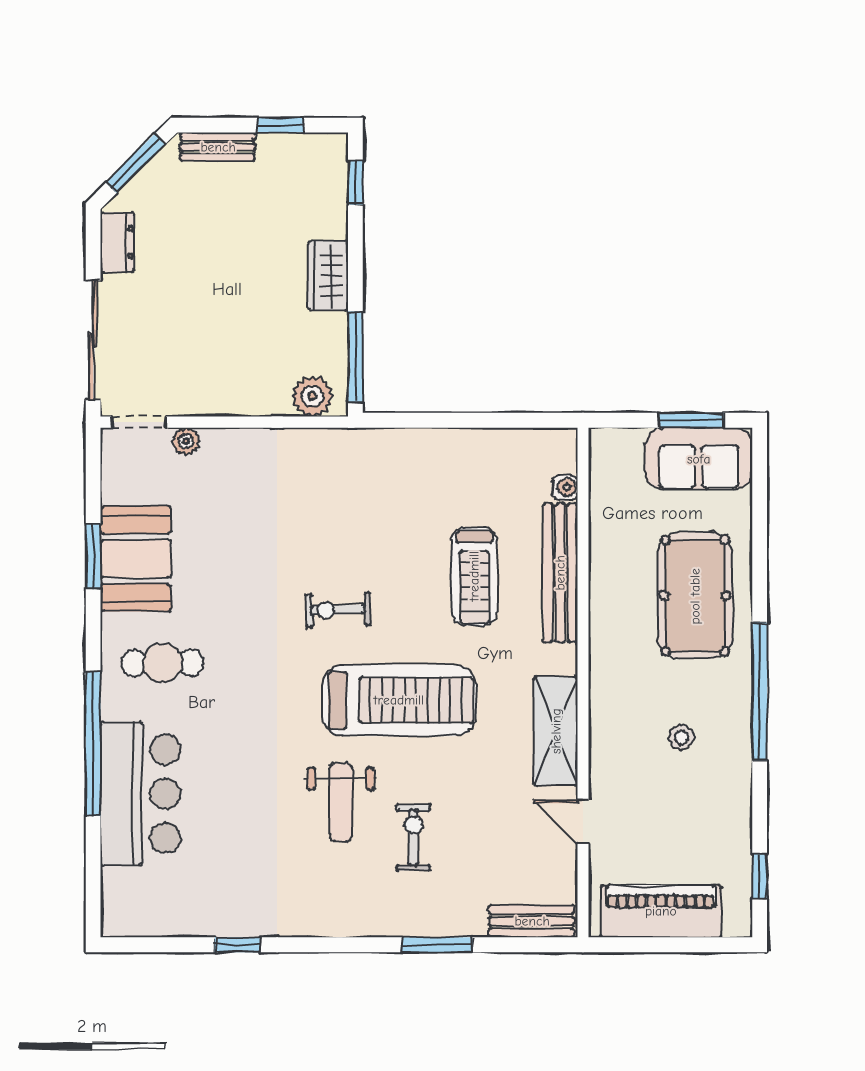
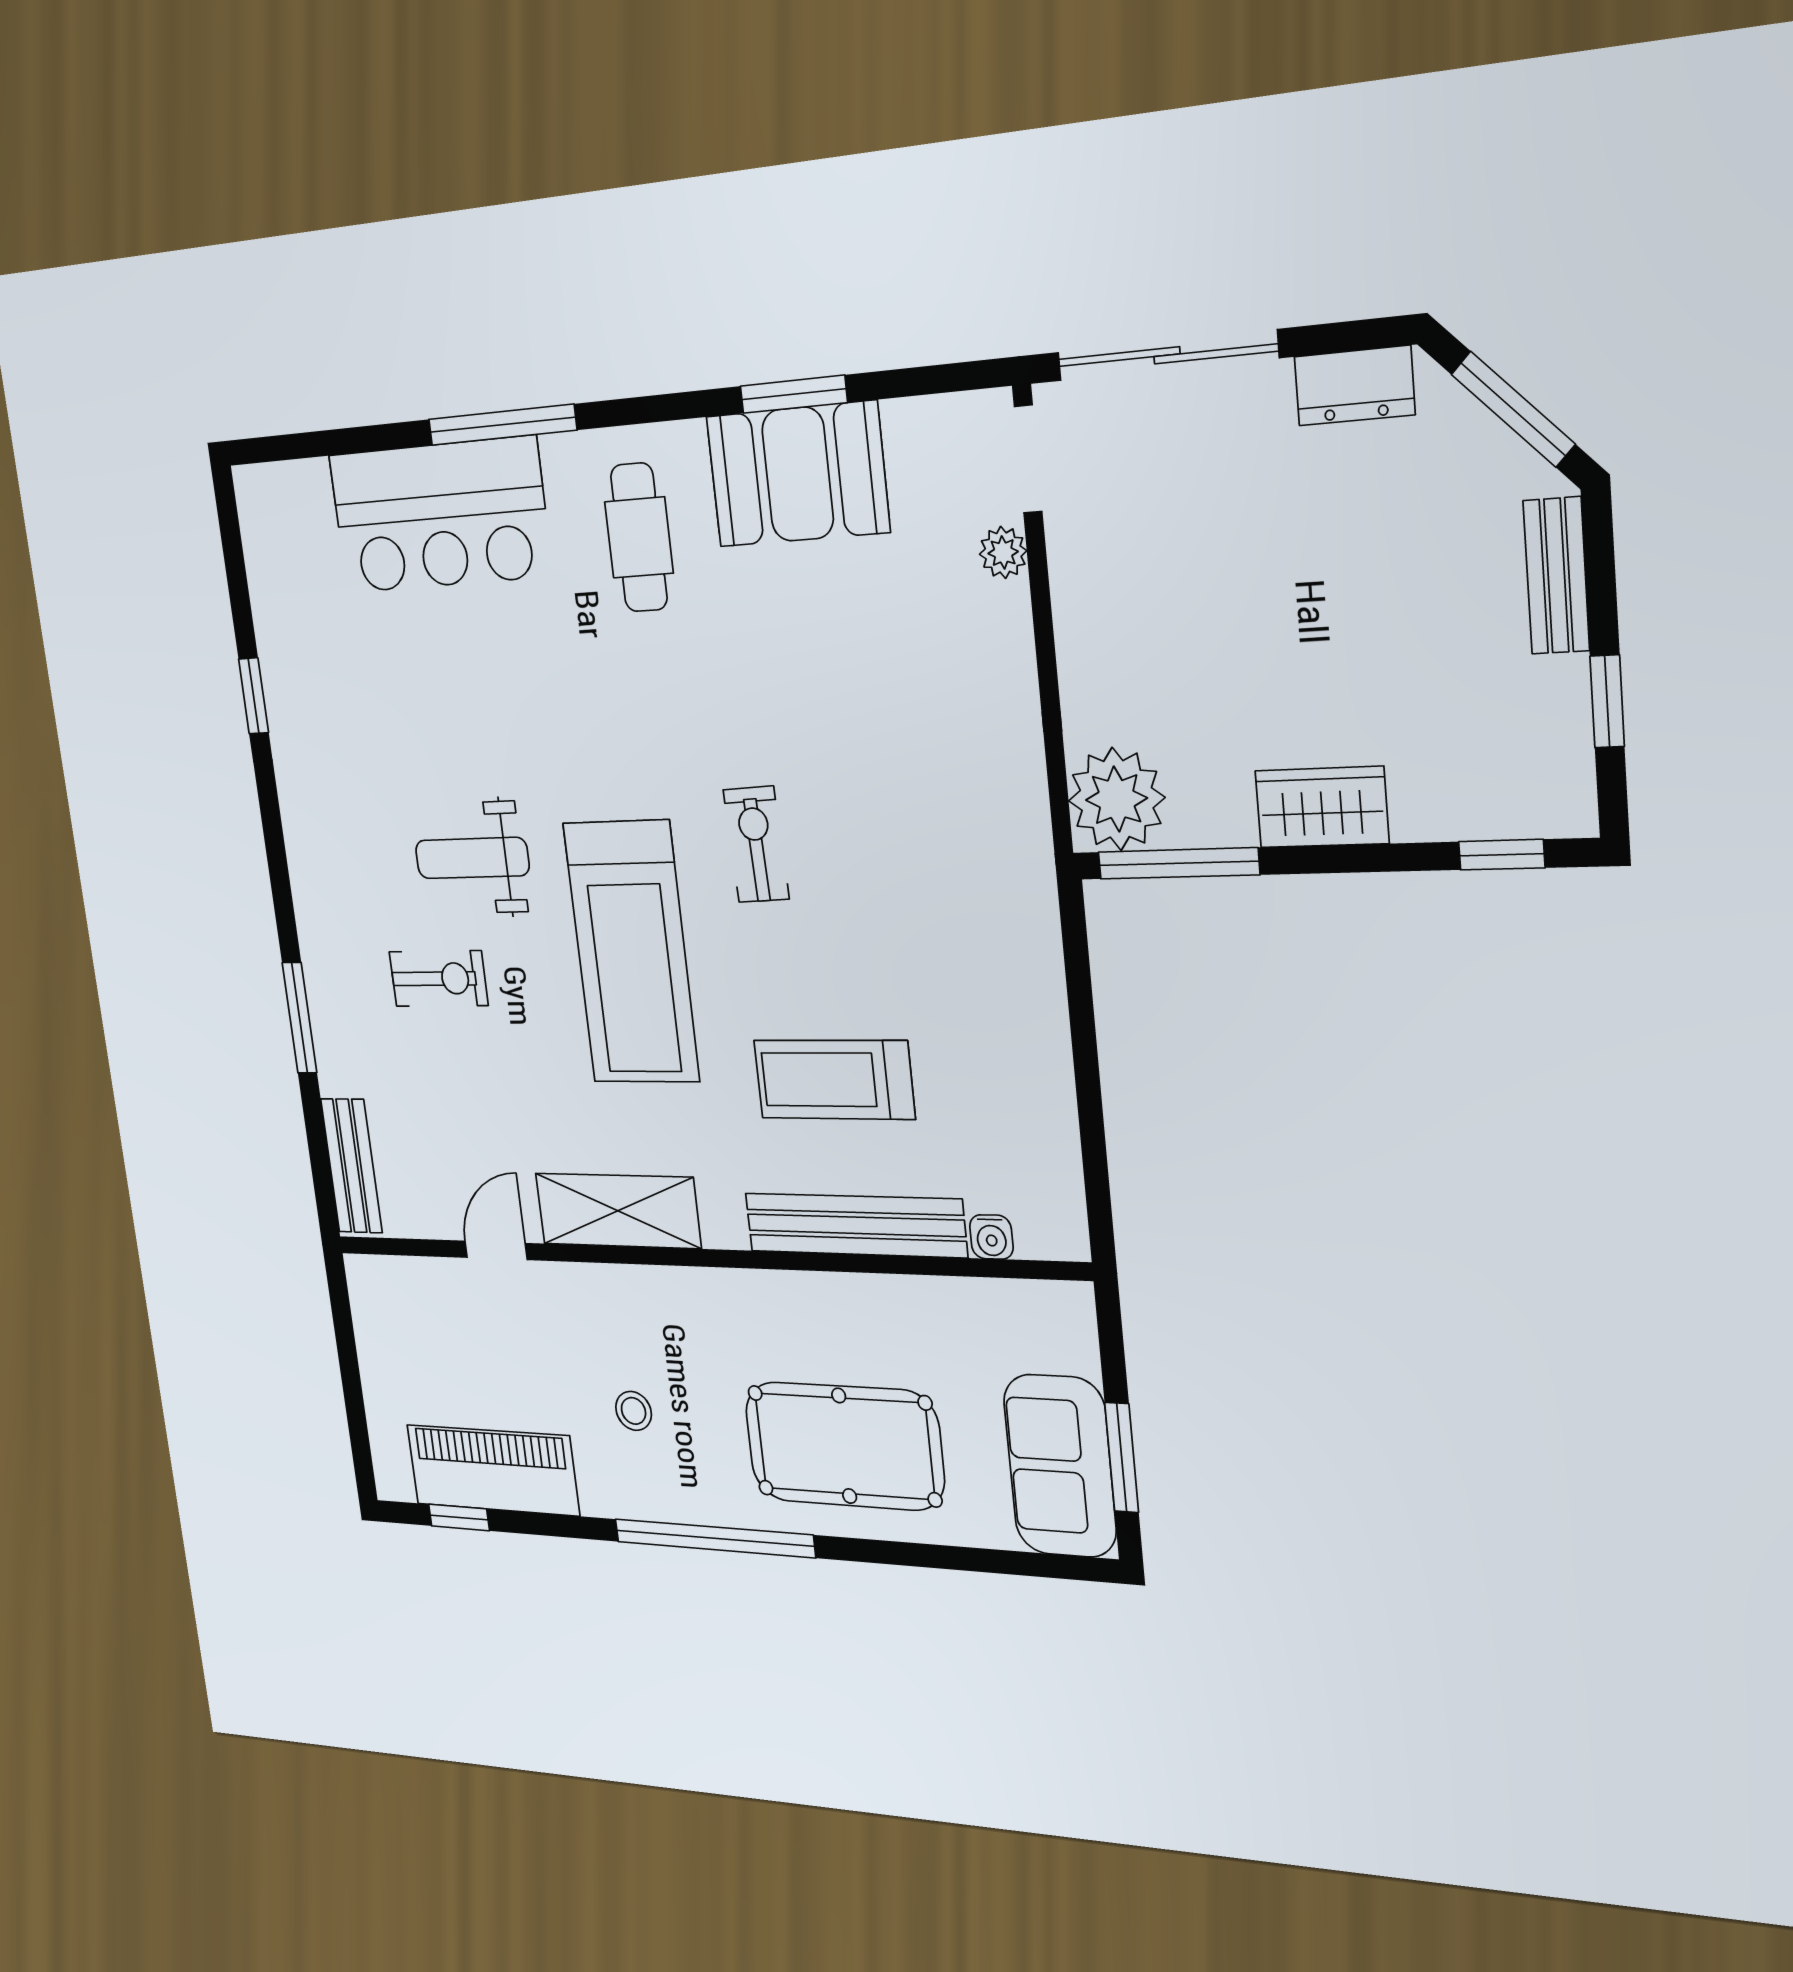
plant: (312, 396) -> (1117, 799), width x1.36, depth x1.36
window: (93, 744) -> (502, 425), width x0.68
piano: (661, 911) -> (493, 1470), moved, turned -90

